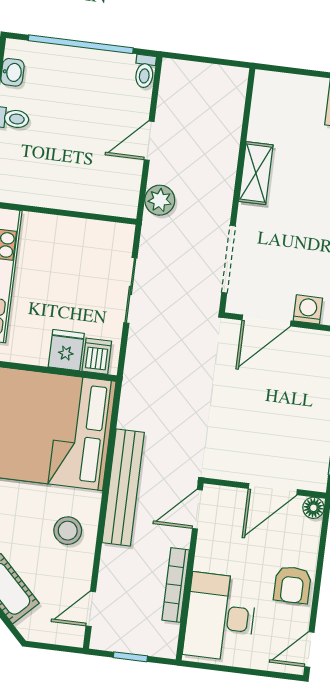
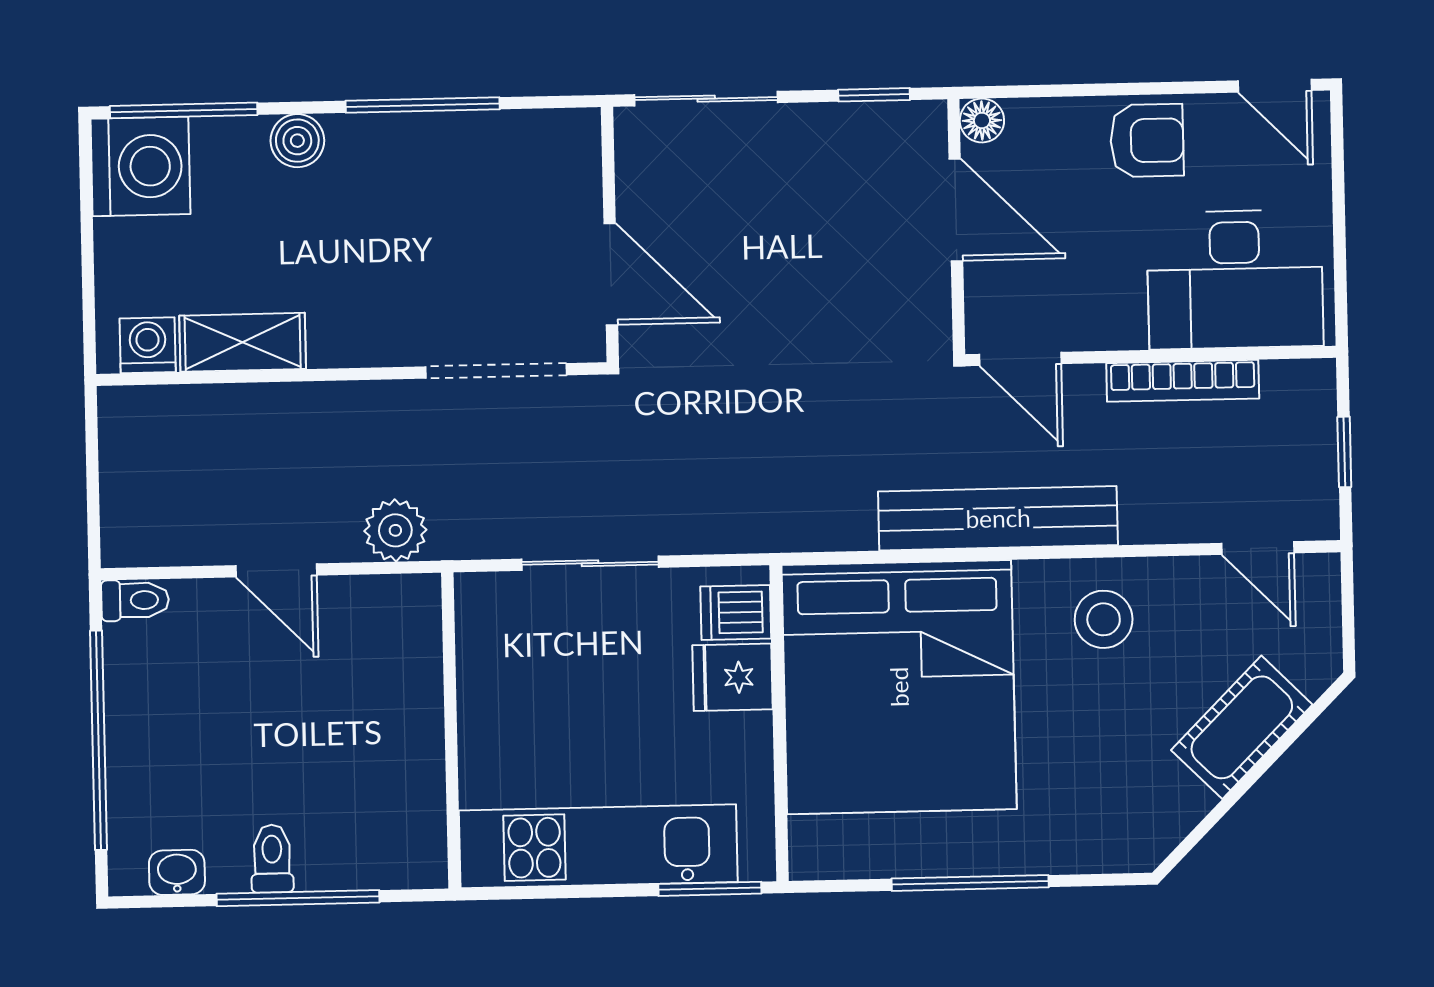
shelving: (256, 173) -> (243, 342), moved
washing machine: (308, 309) -> (148, 345), moved, turned 90

